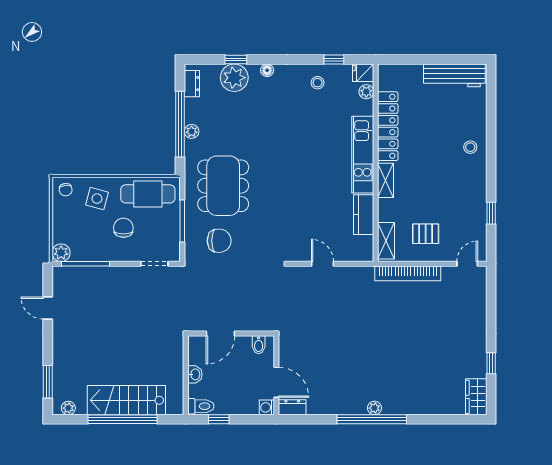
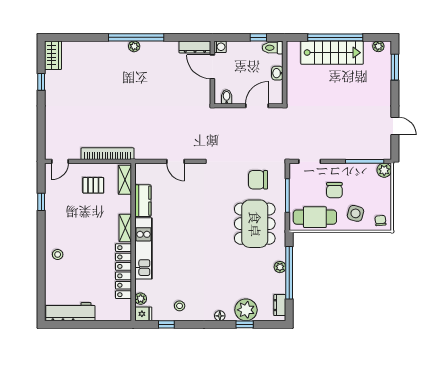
dresser: (292, 407) -> (195, 47), width x1.44

